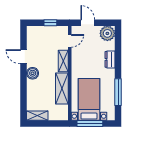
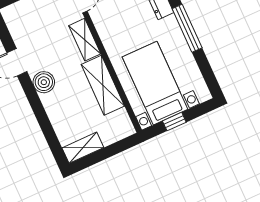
window: (118, 92) -> (187, 28), moved
window: (90, 124) -> (174, 122), width x0.46

